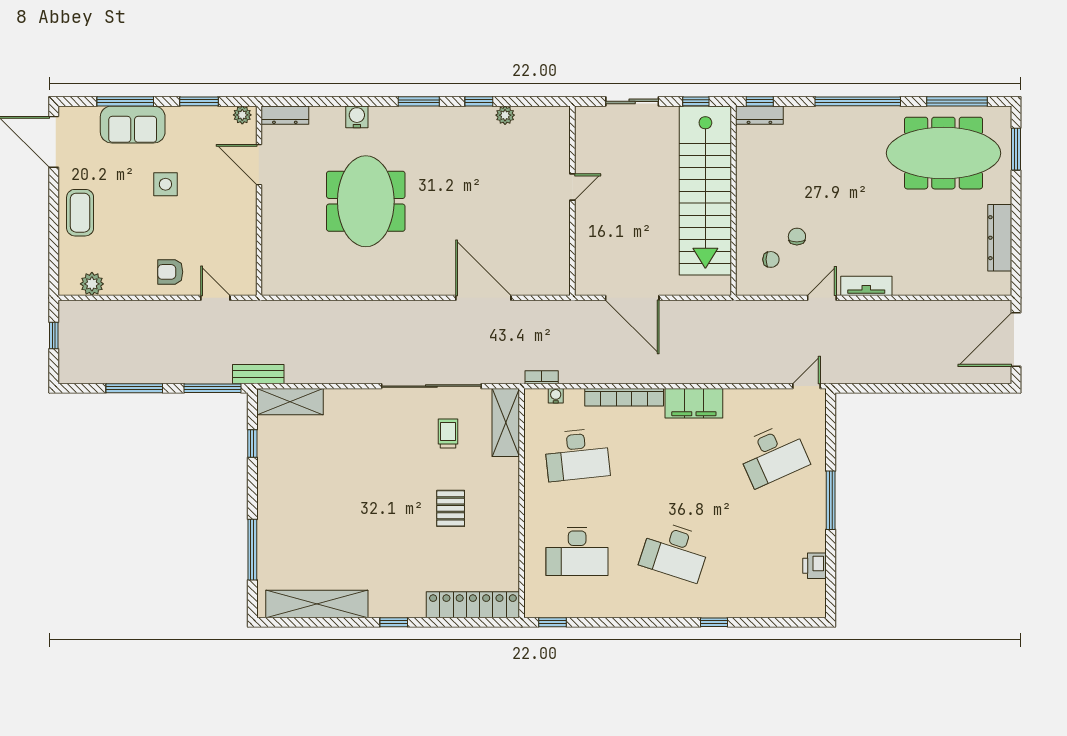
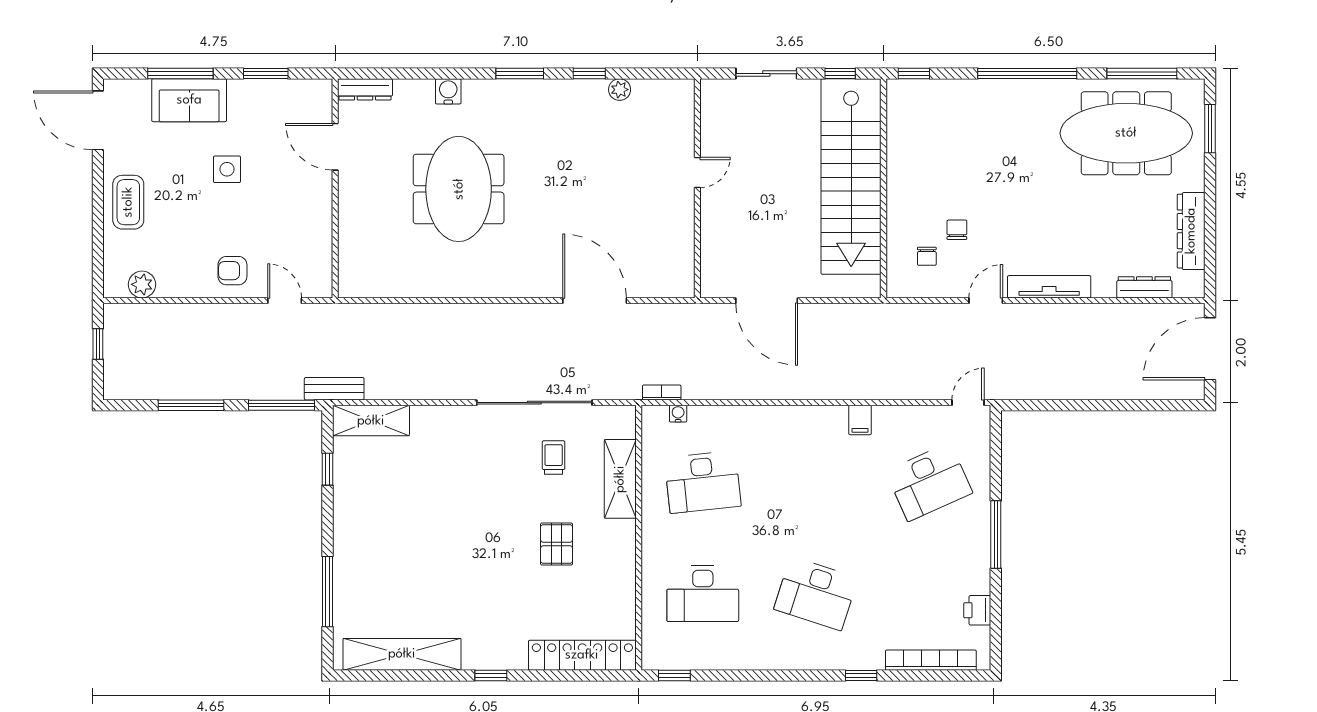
plant: (242, 115) -> (316, 89), removed
dresser: (759, 115) -> (1144, 287), moved, turned 180
chair: (771, 259) -> (927, 256), turned 90
tv unit: (866, 286) -> (1049, 287), width x1.41
bookcase: (624, 397) -> (931, 660), moved, turned 180
filing cabinet: (694, 403) -> (860, 420), width x0.33, depth x0.86
shelving: (506, 422) -> (620, 479), moved

